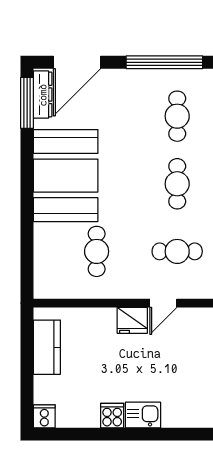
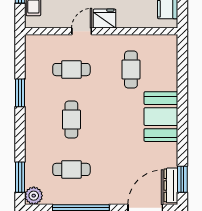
window: (27, 103) -> (182, 179), width x0.69
cafe table: (177, 116) -> (71, 169), turned 90
booth: (66, 176) -> (161, 117), width x0.73, depth x0.70

